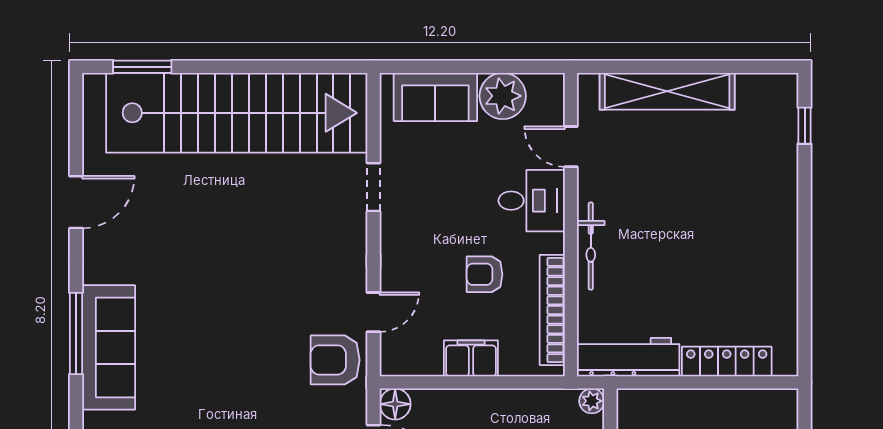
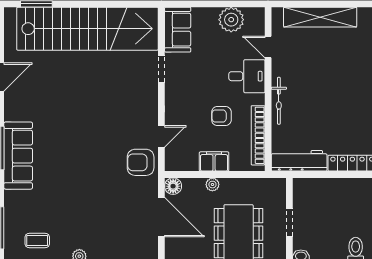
sofa: (435, 97) -> (178, 30), moved, turned -90
plant: (592, 401) -> (212, 185), moved

